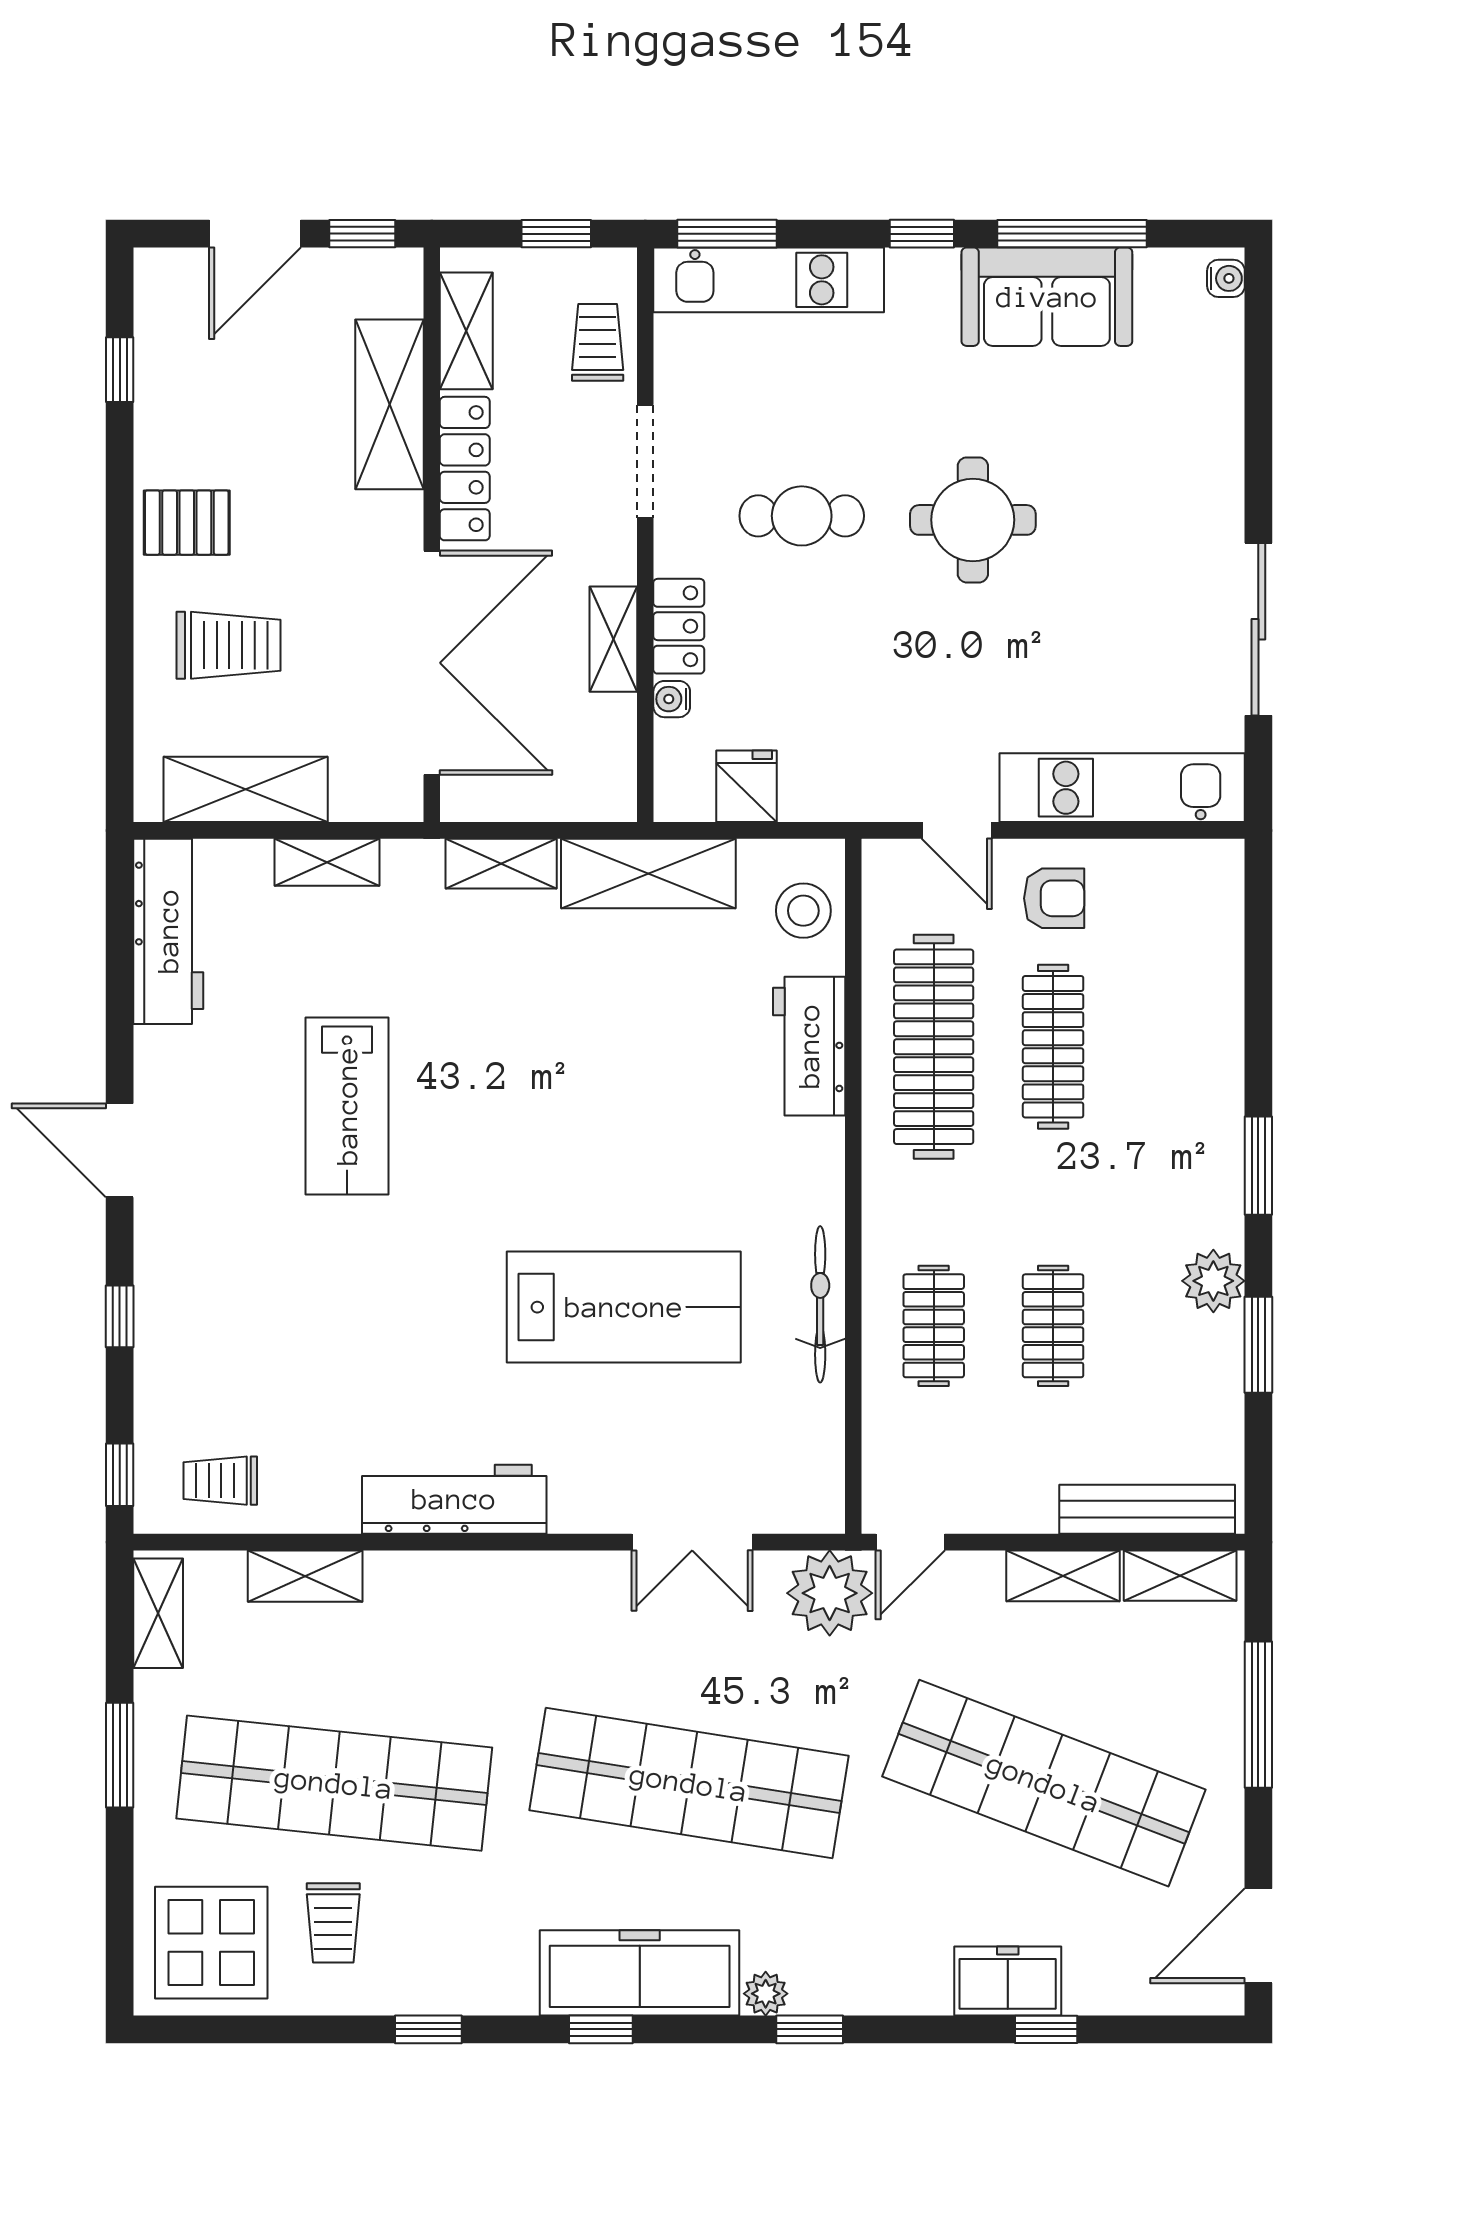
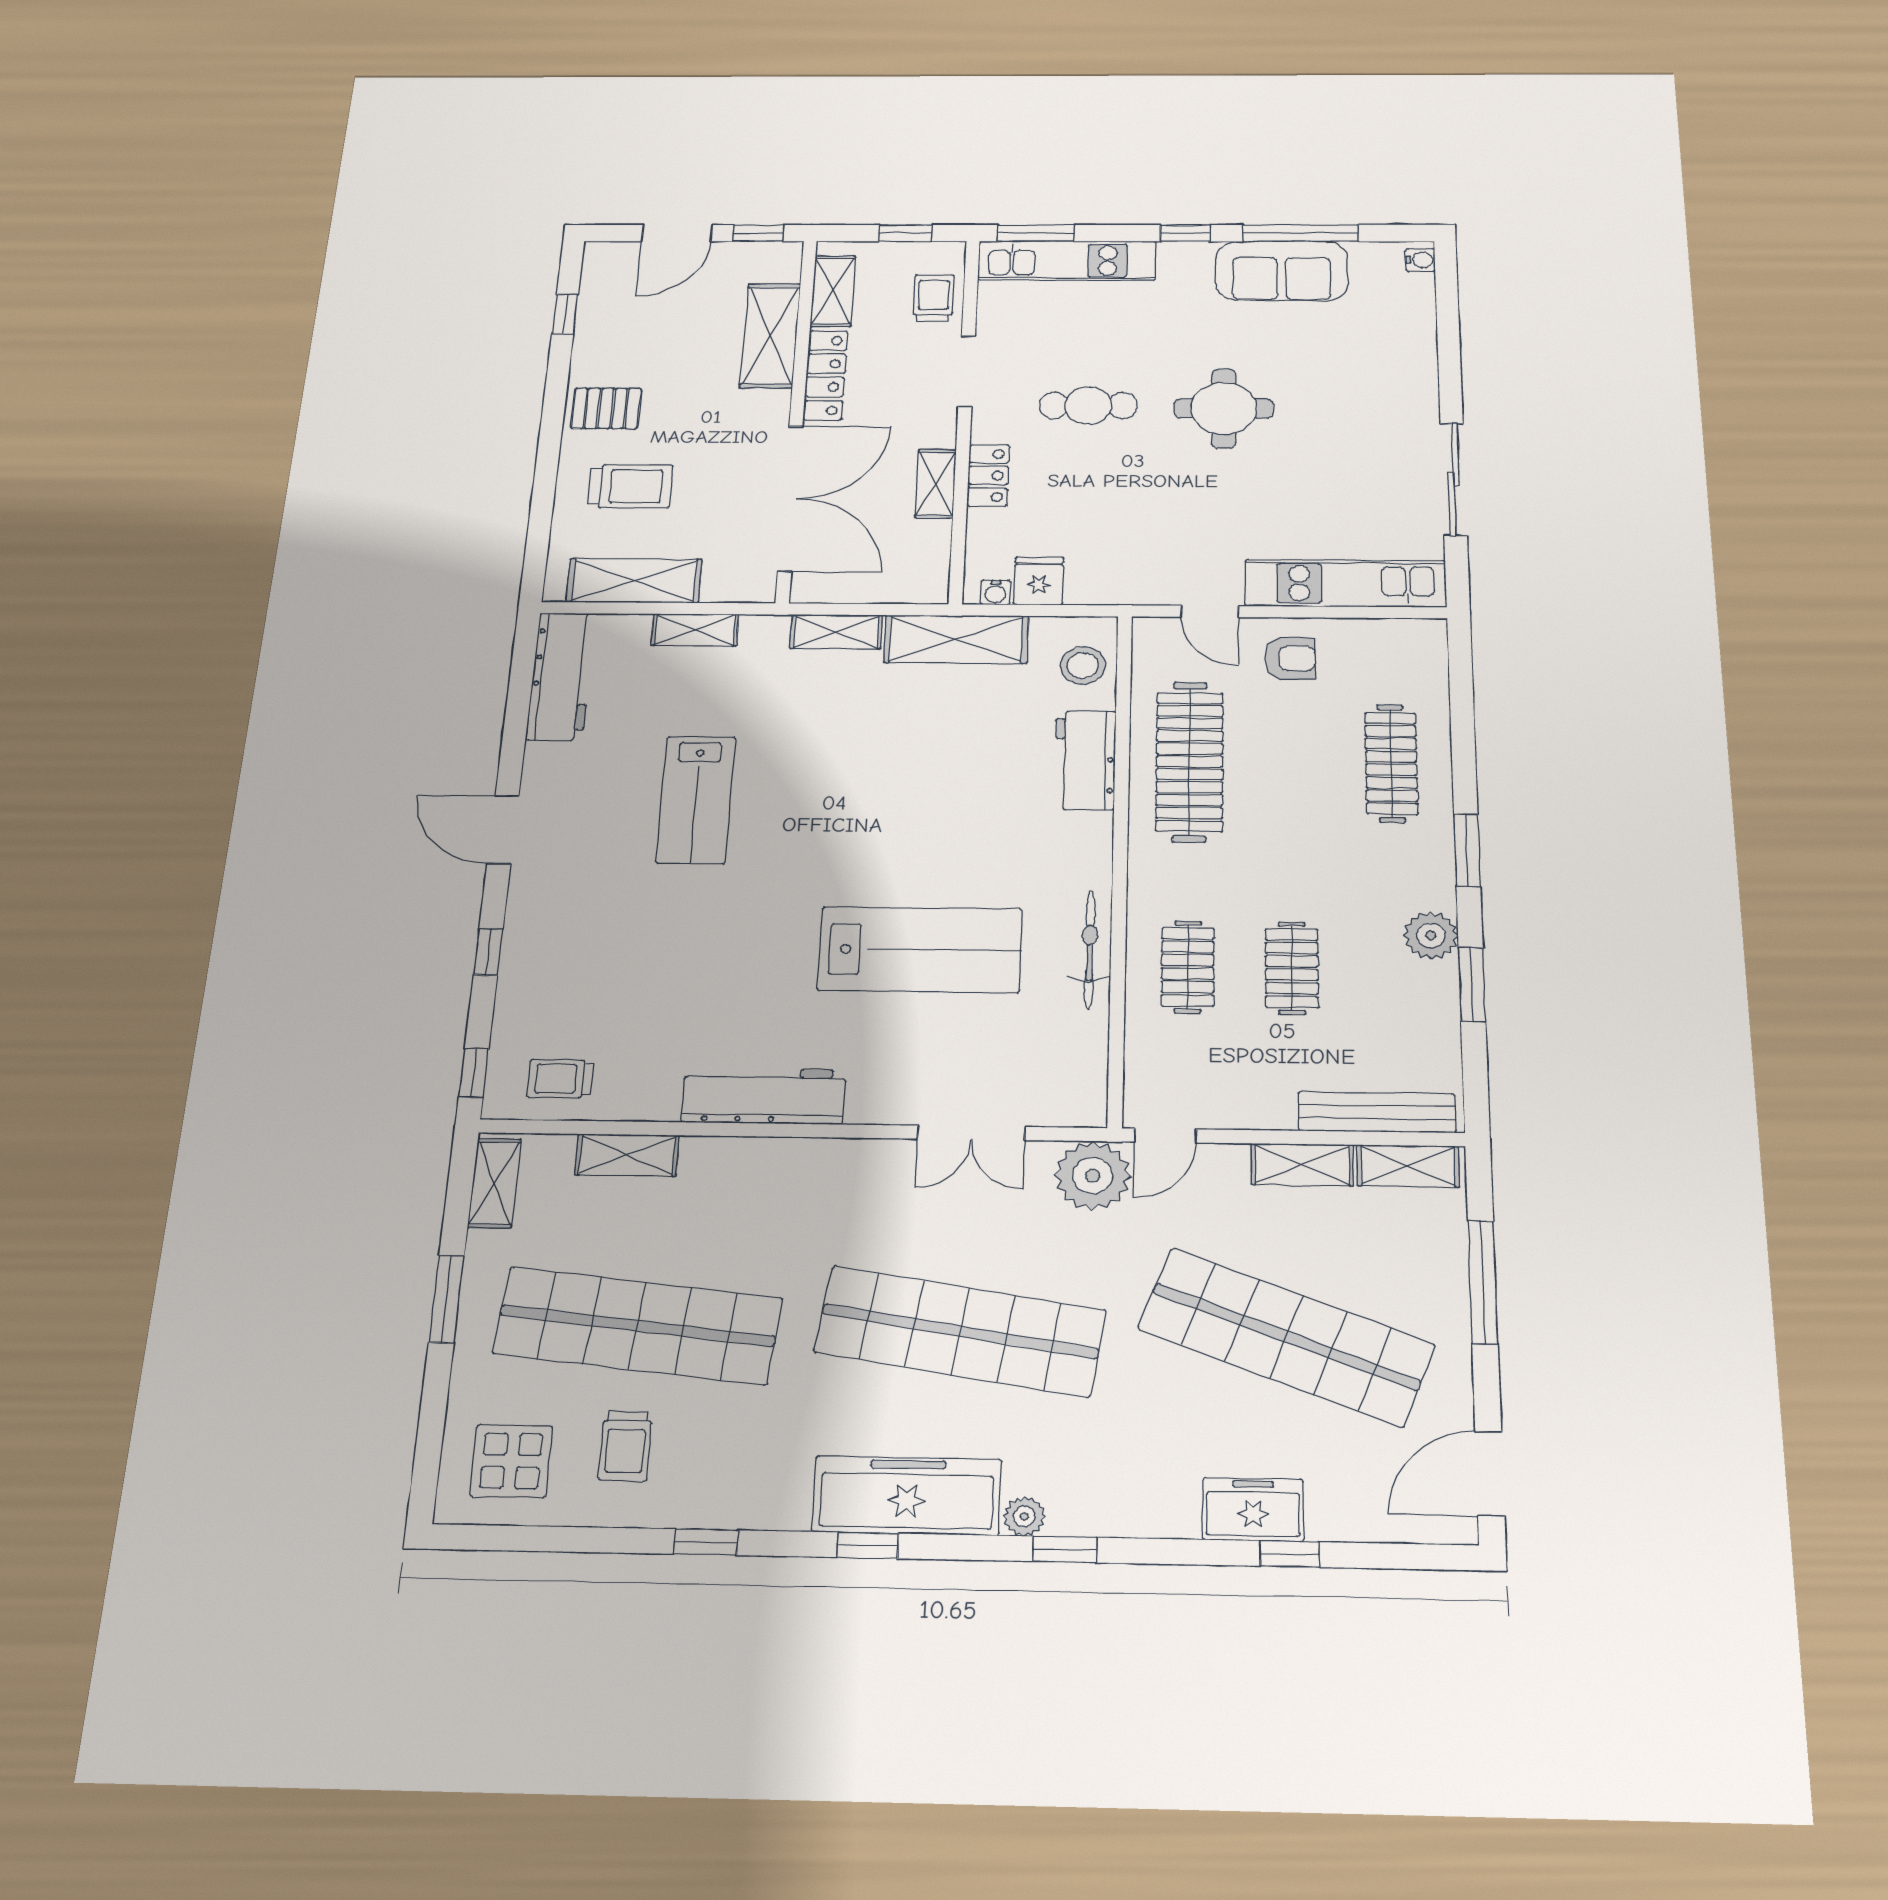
water cooler: (672, 699) -> (995, 592), moved, turned -90
clothes rail: (1053, 1047) -> (1391, 763), moved
display table: (211, 1943) -> (511, 1461), width x0.73, depth x0.73

